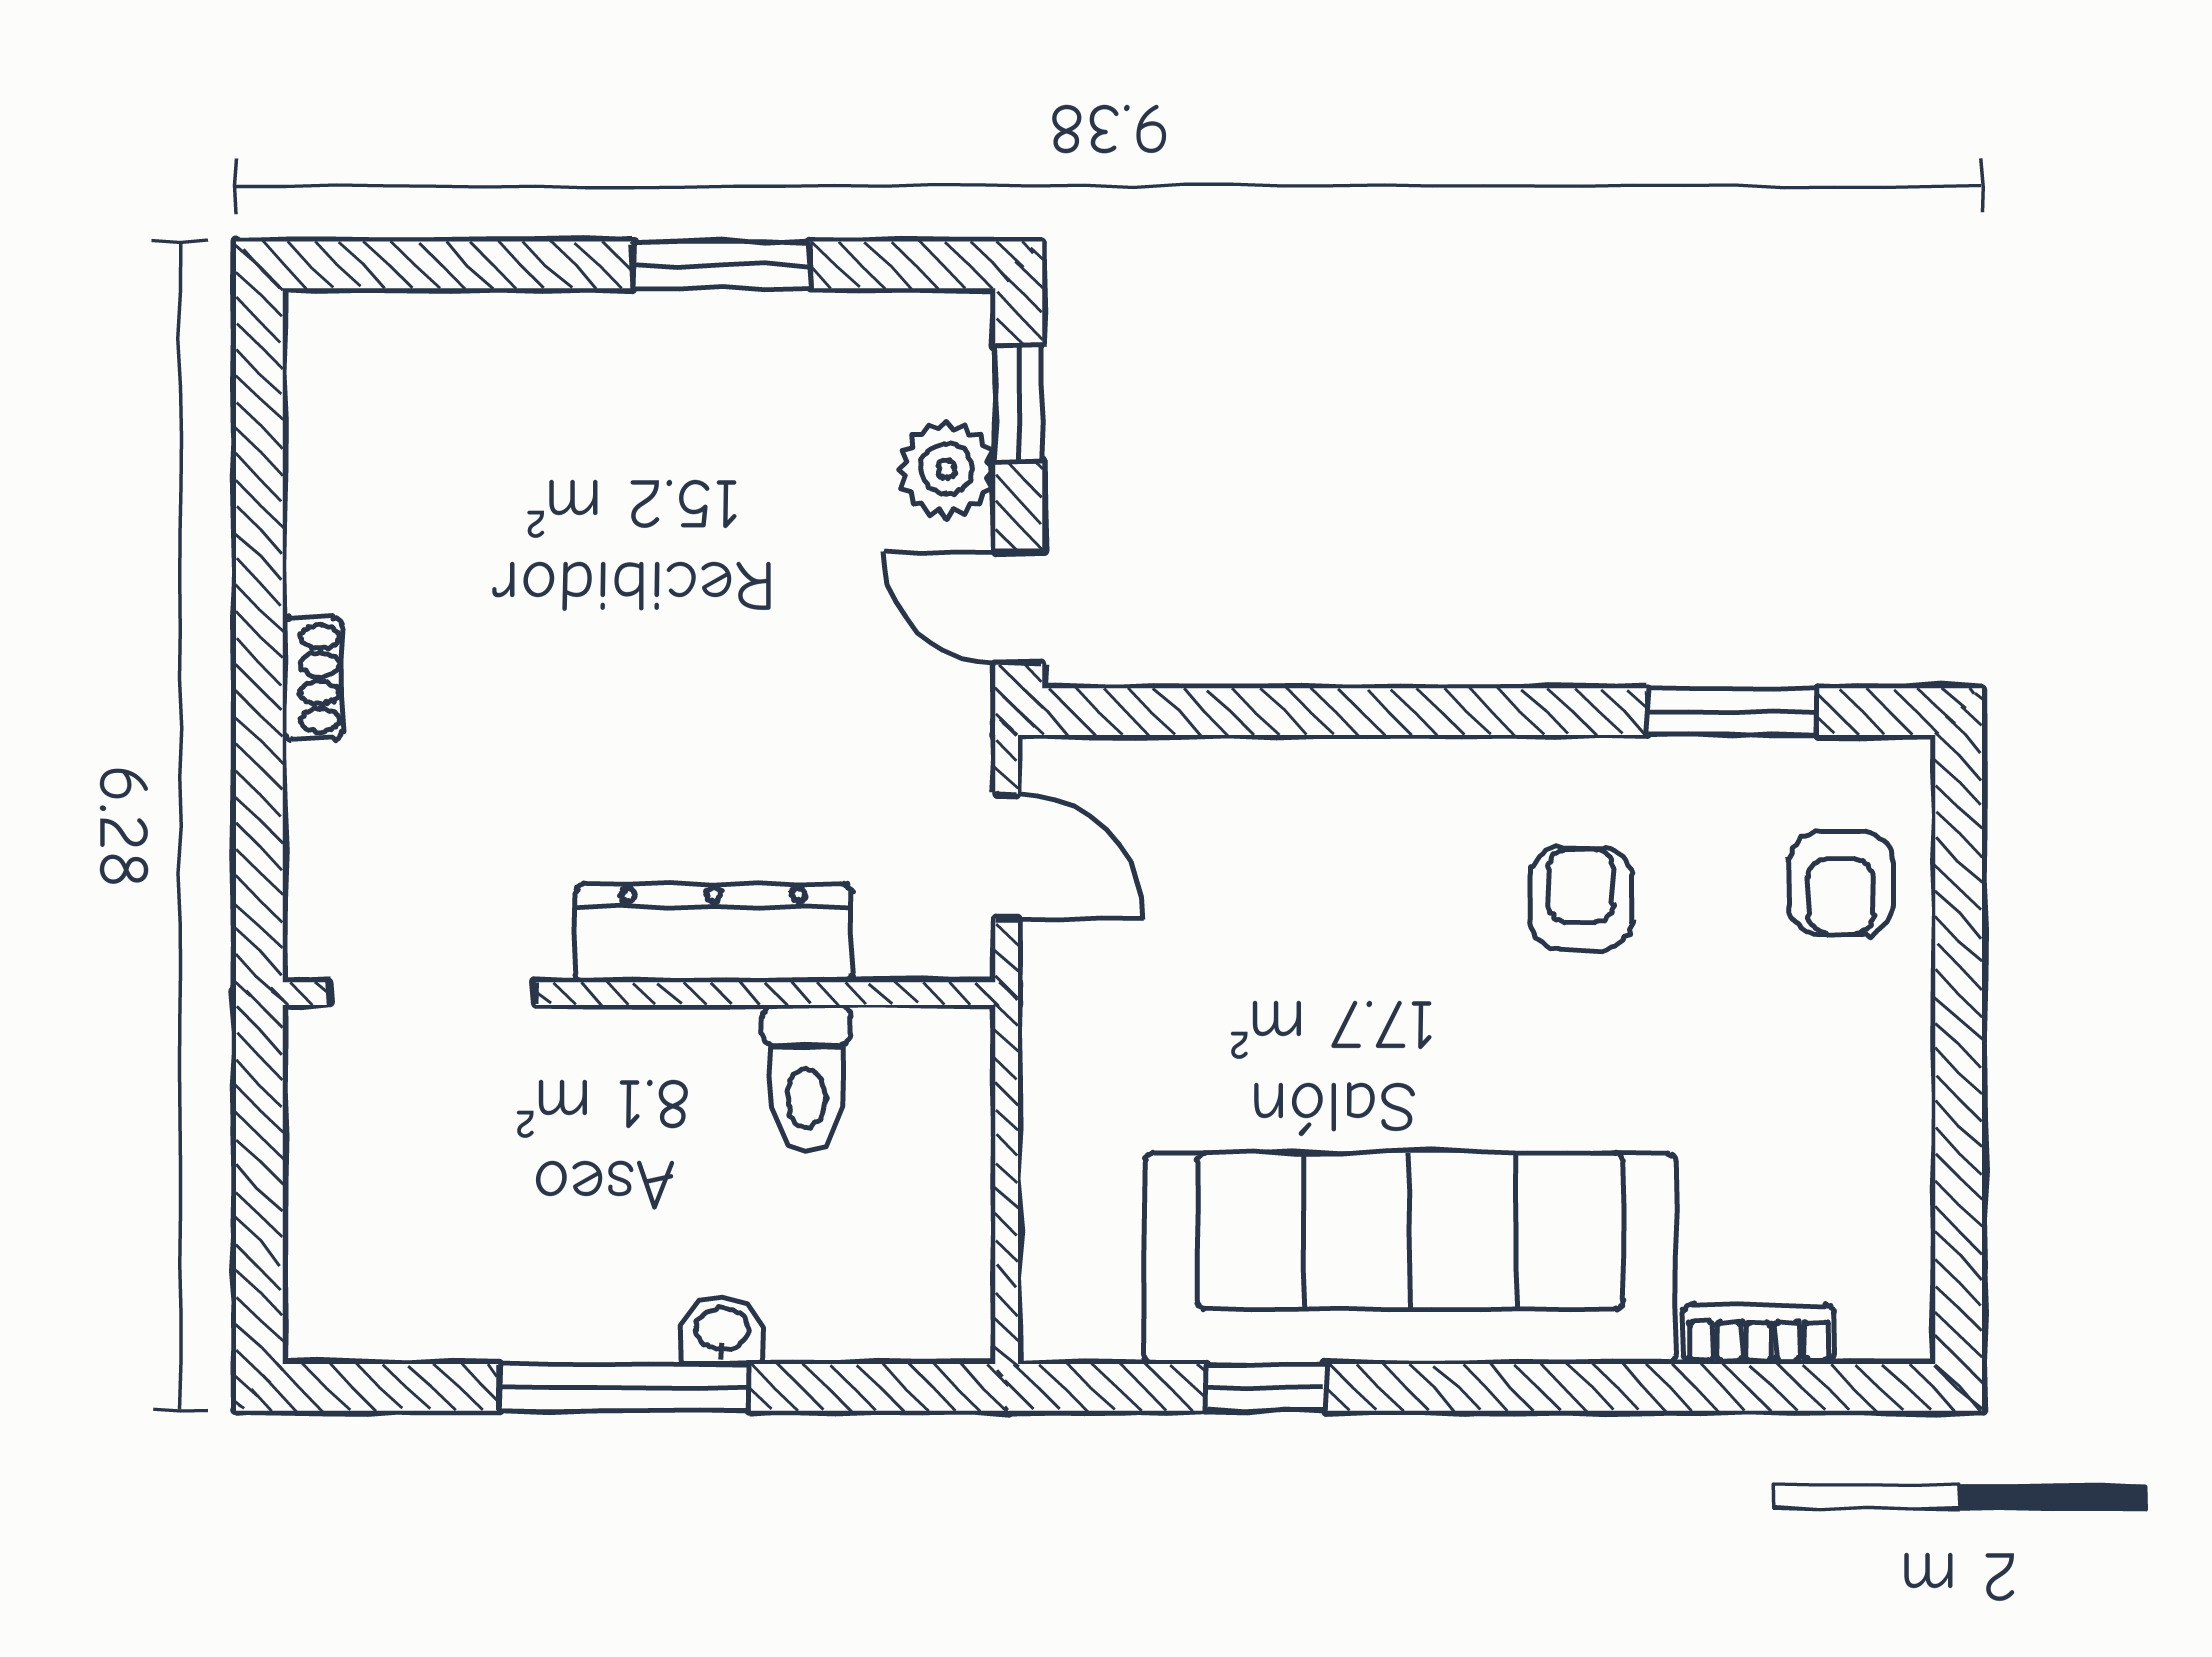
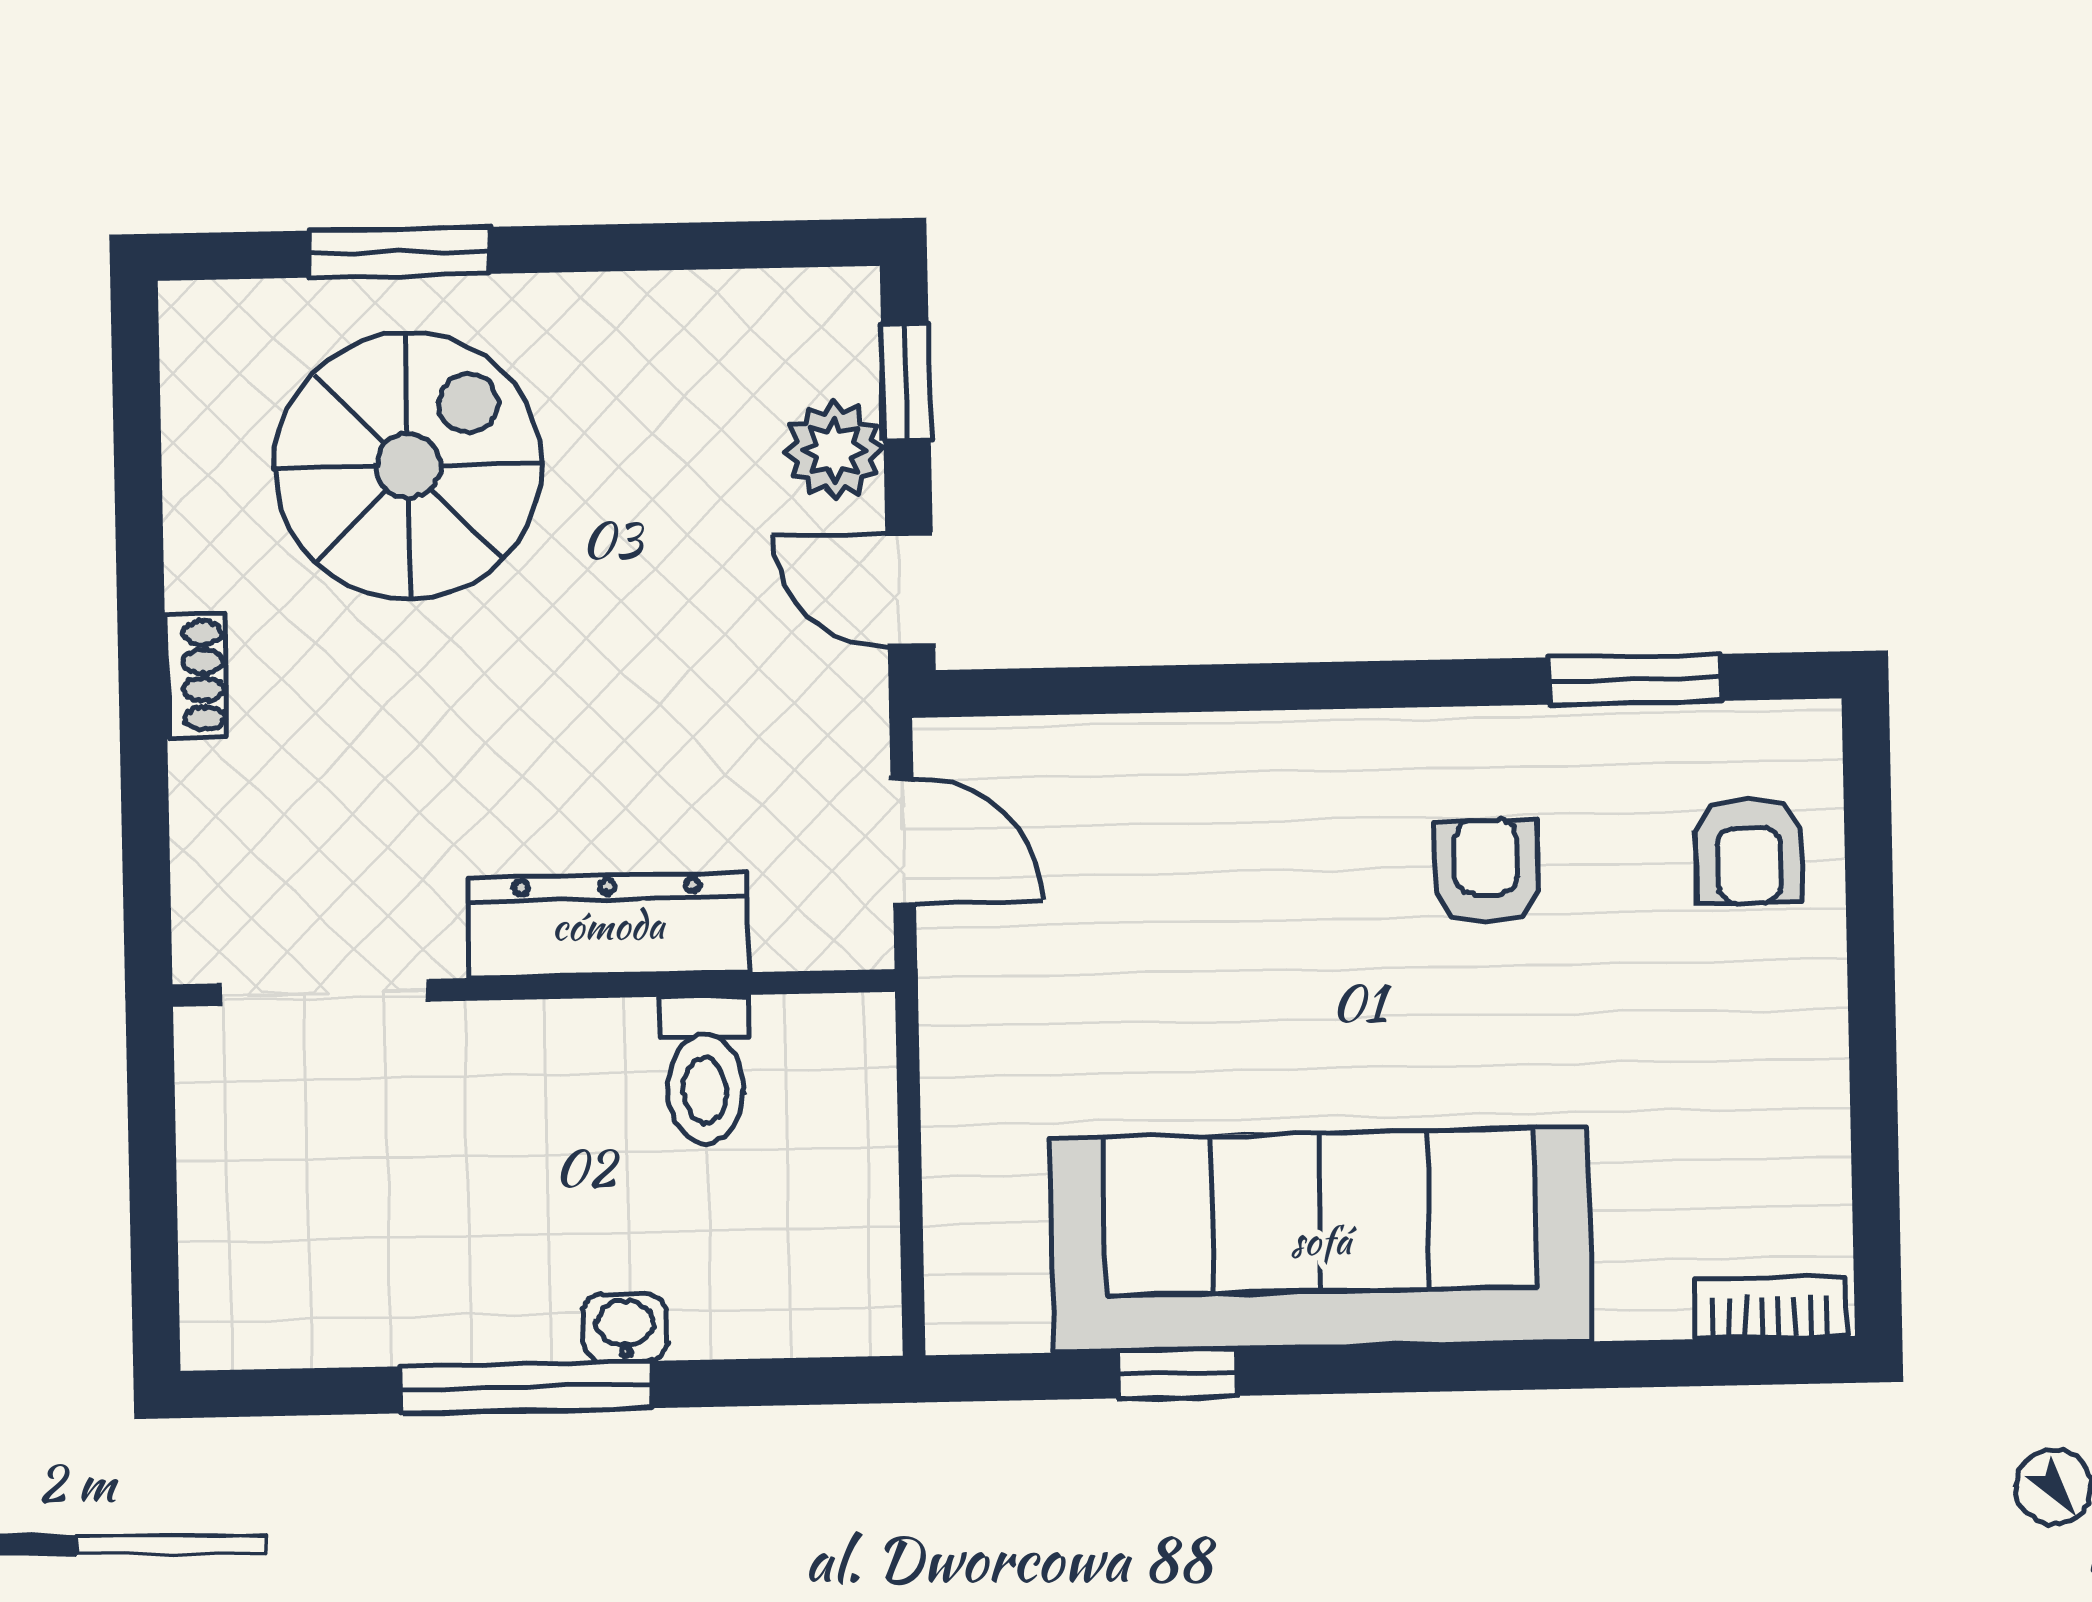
window: (722, 265) -> (398, 252), moved
spiral stairs: (526, 476) -> (408, 466), added
bookcase: (1759, 1334) -> (1770, 1307), moved

